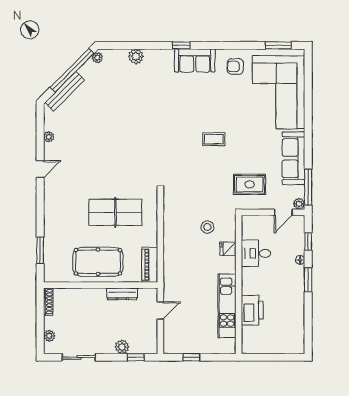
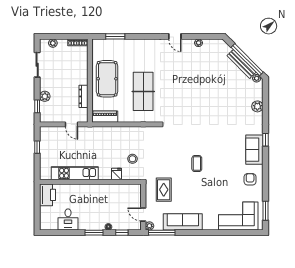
bench: (65, 91) -> (241, 64), moved
corner sofa: (279, 92) -> (238, 216), width x0.73, depth x0.74
desk: (256, 253) -> (68, 219), moved, turned 180
printer: (252, 310) -> (48, 195), moved, turned -90

